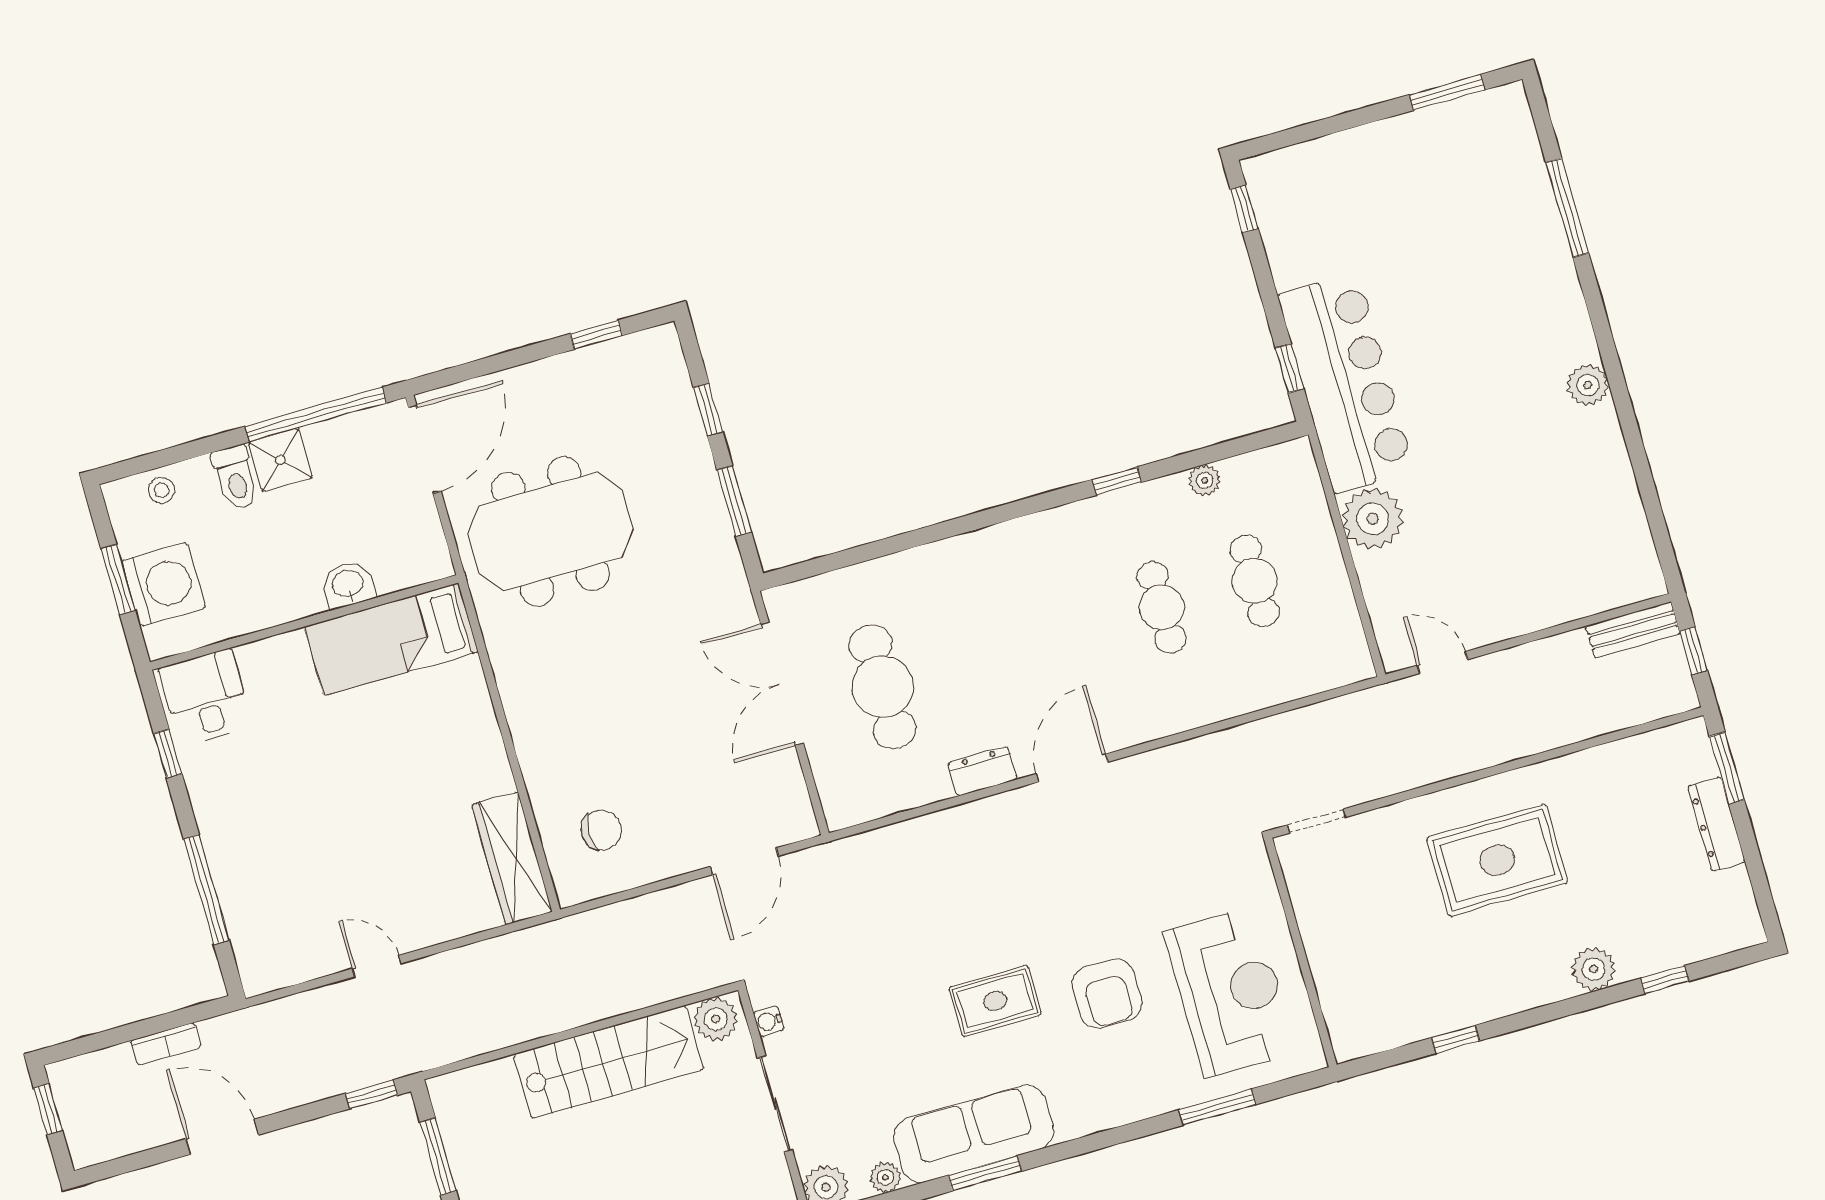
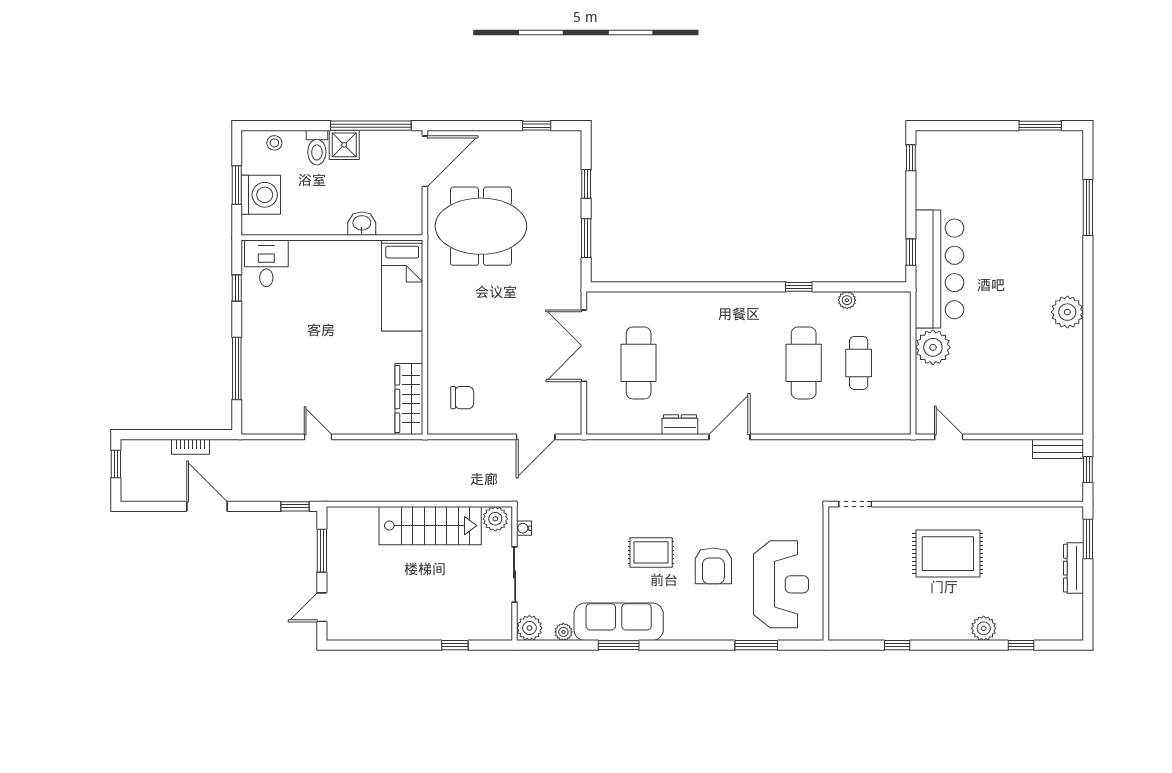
plant: (1588, 385) -> (1067, 312), width x1.36, depth x1.36
cafe table: (1162, 607) -> (804, 363), width x1.37, depth x1.35
bed: (391, 639) -> (402, 285), moved, turned -90

